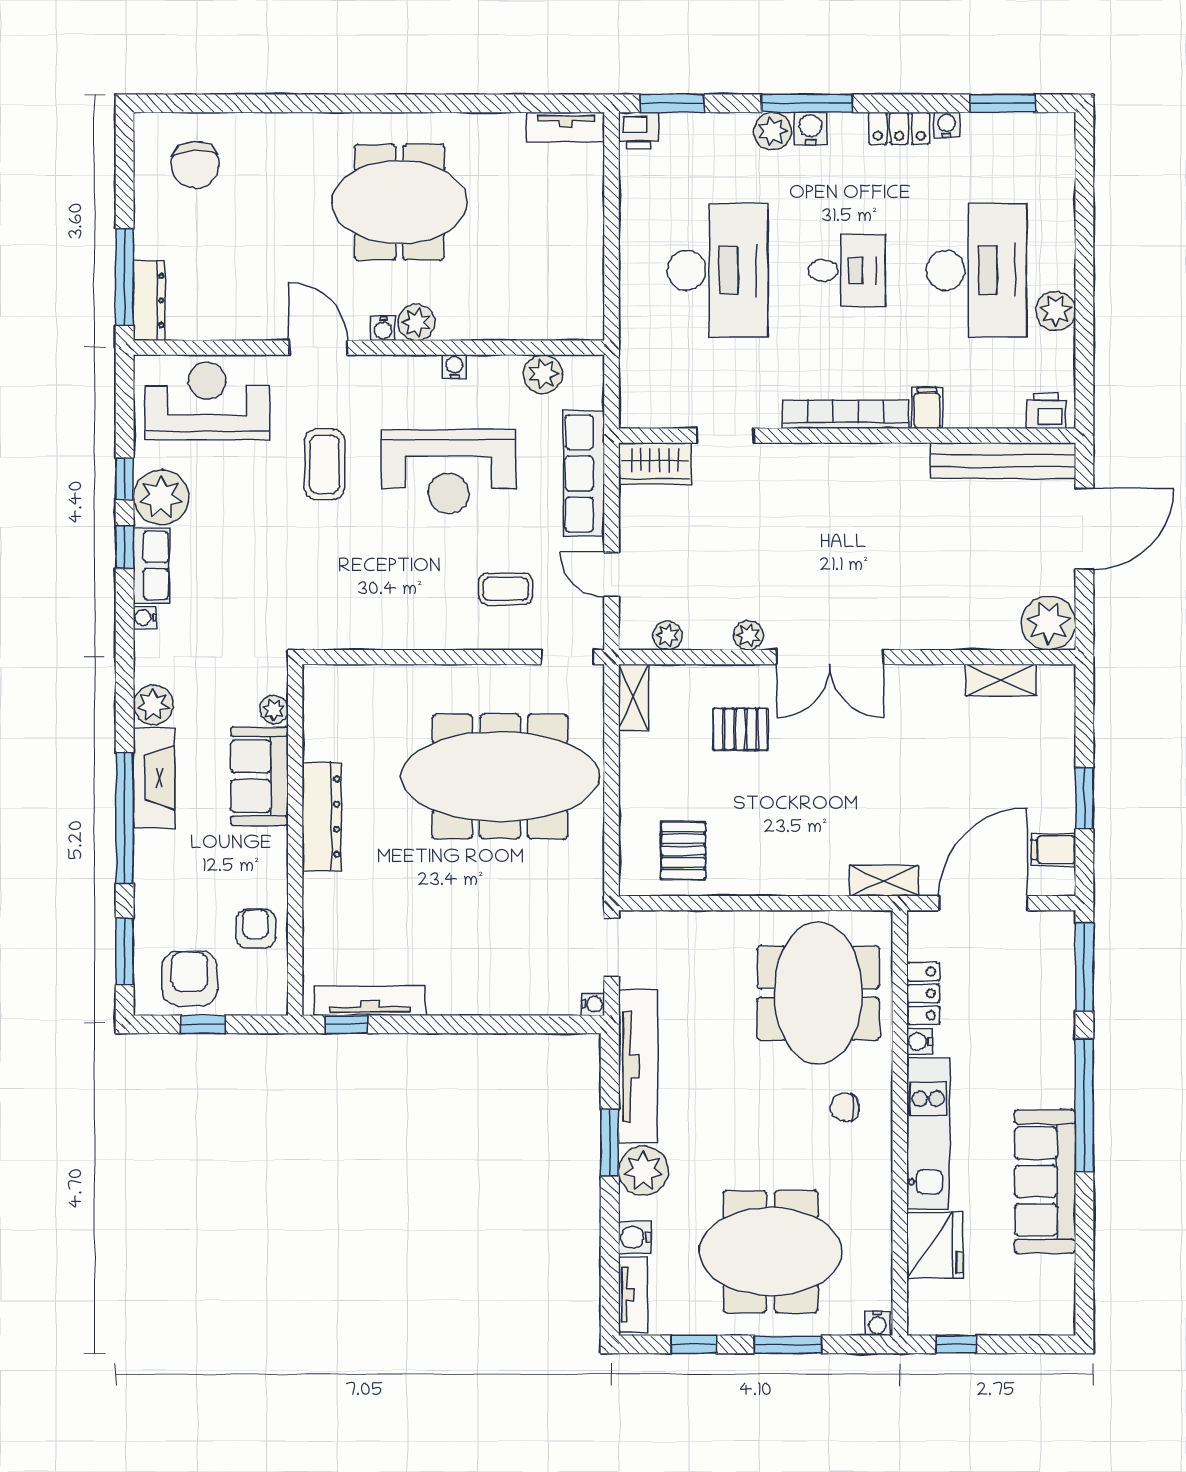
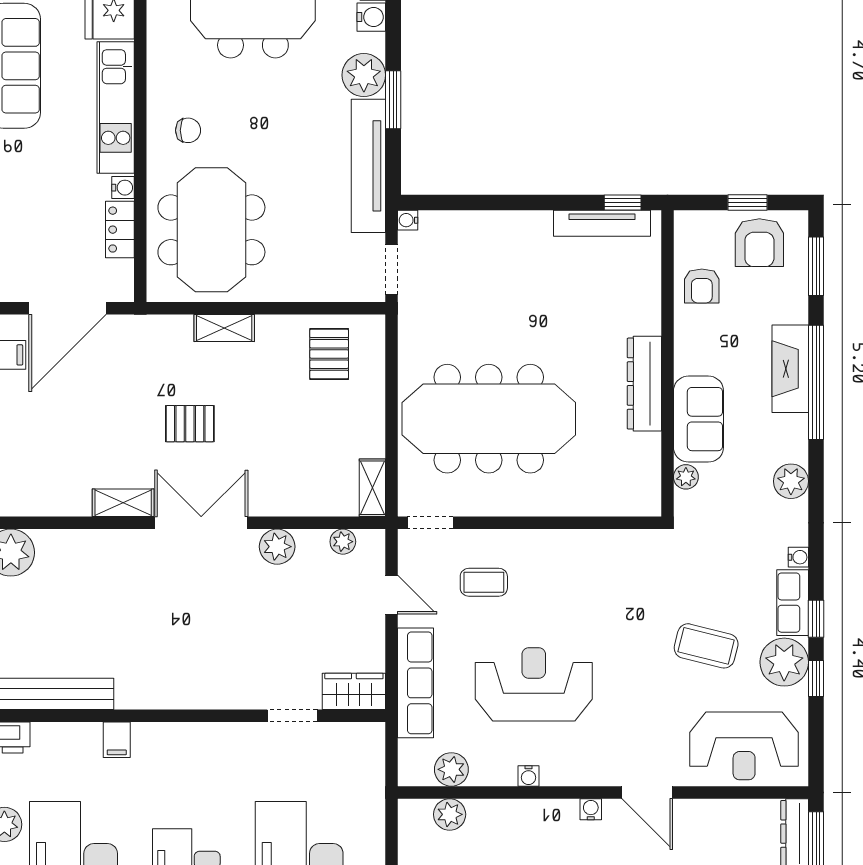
plant: (416, 322) -> (450, 814), moved
bookcase: (846, 414) -> (187, 734), removed
coffee table: (324, 465) -> (706, 646), moved, turned -76
plant: (748, 635) -> (277, 547), width x1.38, depth x1.38
shelving: (1001, 680) -> (123, 503), moved
pallet: (740, 729) -> (190, 424), moved
fireplace: (154, 778) -> (790, 369), moved
shelving: (884, 881) -> (224, 328), moved

